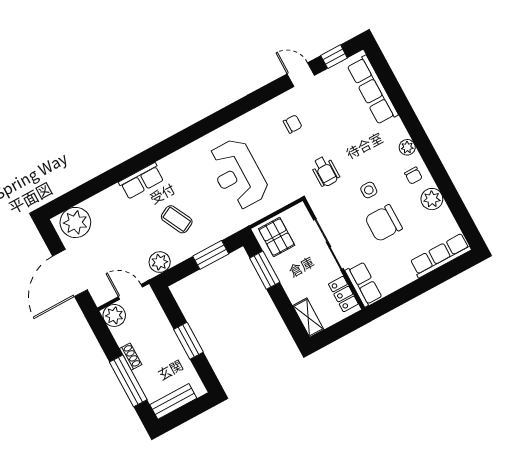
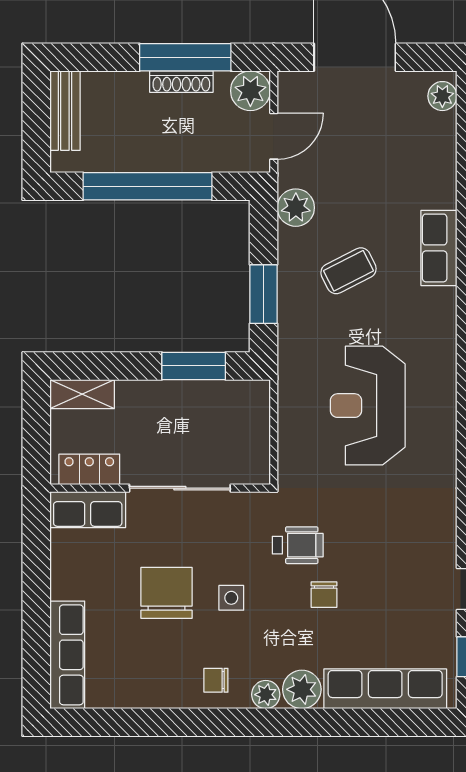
chair: (293, 124) -> (324, 595), moved
wheelchair: (325, 171) -> (298, 545), turned 180
reception desk: (238, 174) -> (368, 406), turned -90
plant: (432, 199) -> (302, 689), moved
plant: (75, 222) -> (442, 96), width x0.53, depth x0.53
pallet: (277, 237) -> (236, 413), removed
window: (189, 341) -> (148, 186), width x2.11
shoe rack: (131, 357) -> (181, 82), width x1.43
window: (128, 381) -> (185, 57), moved

